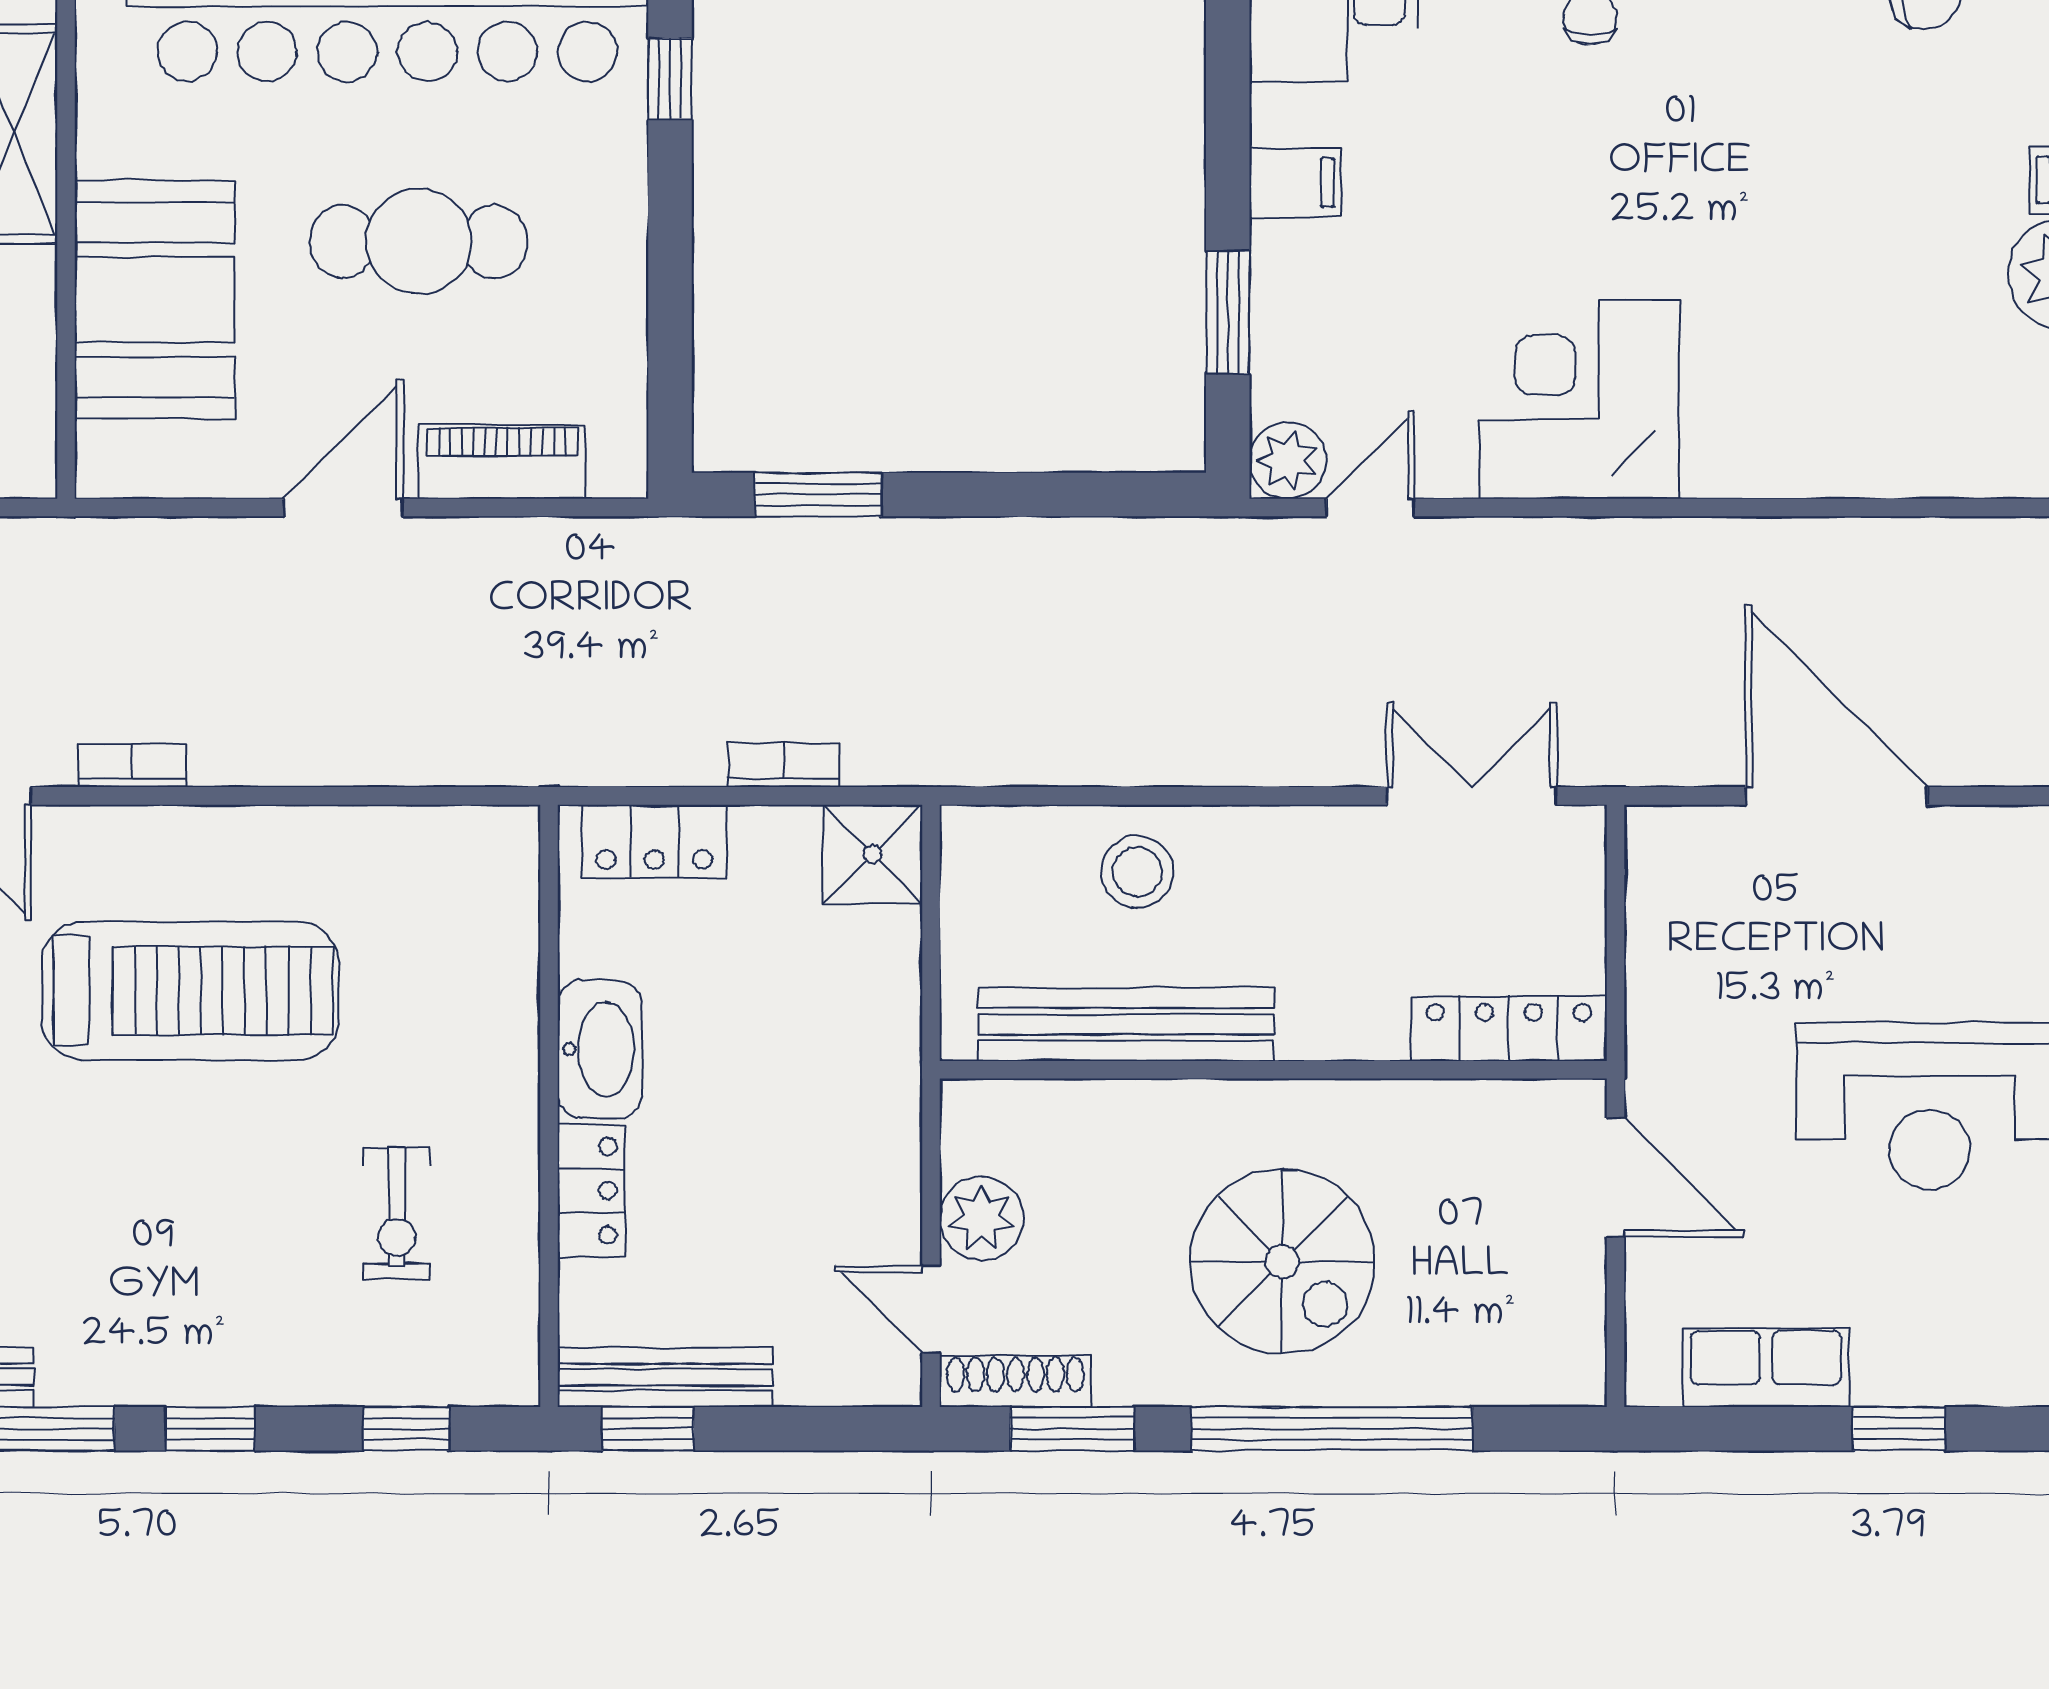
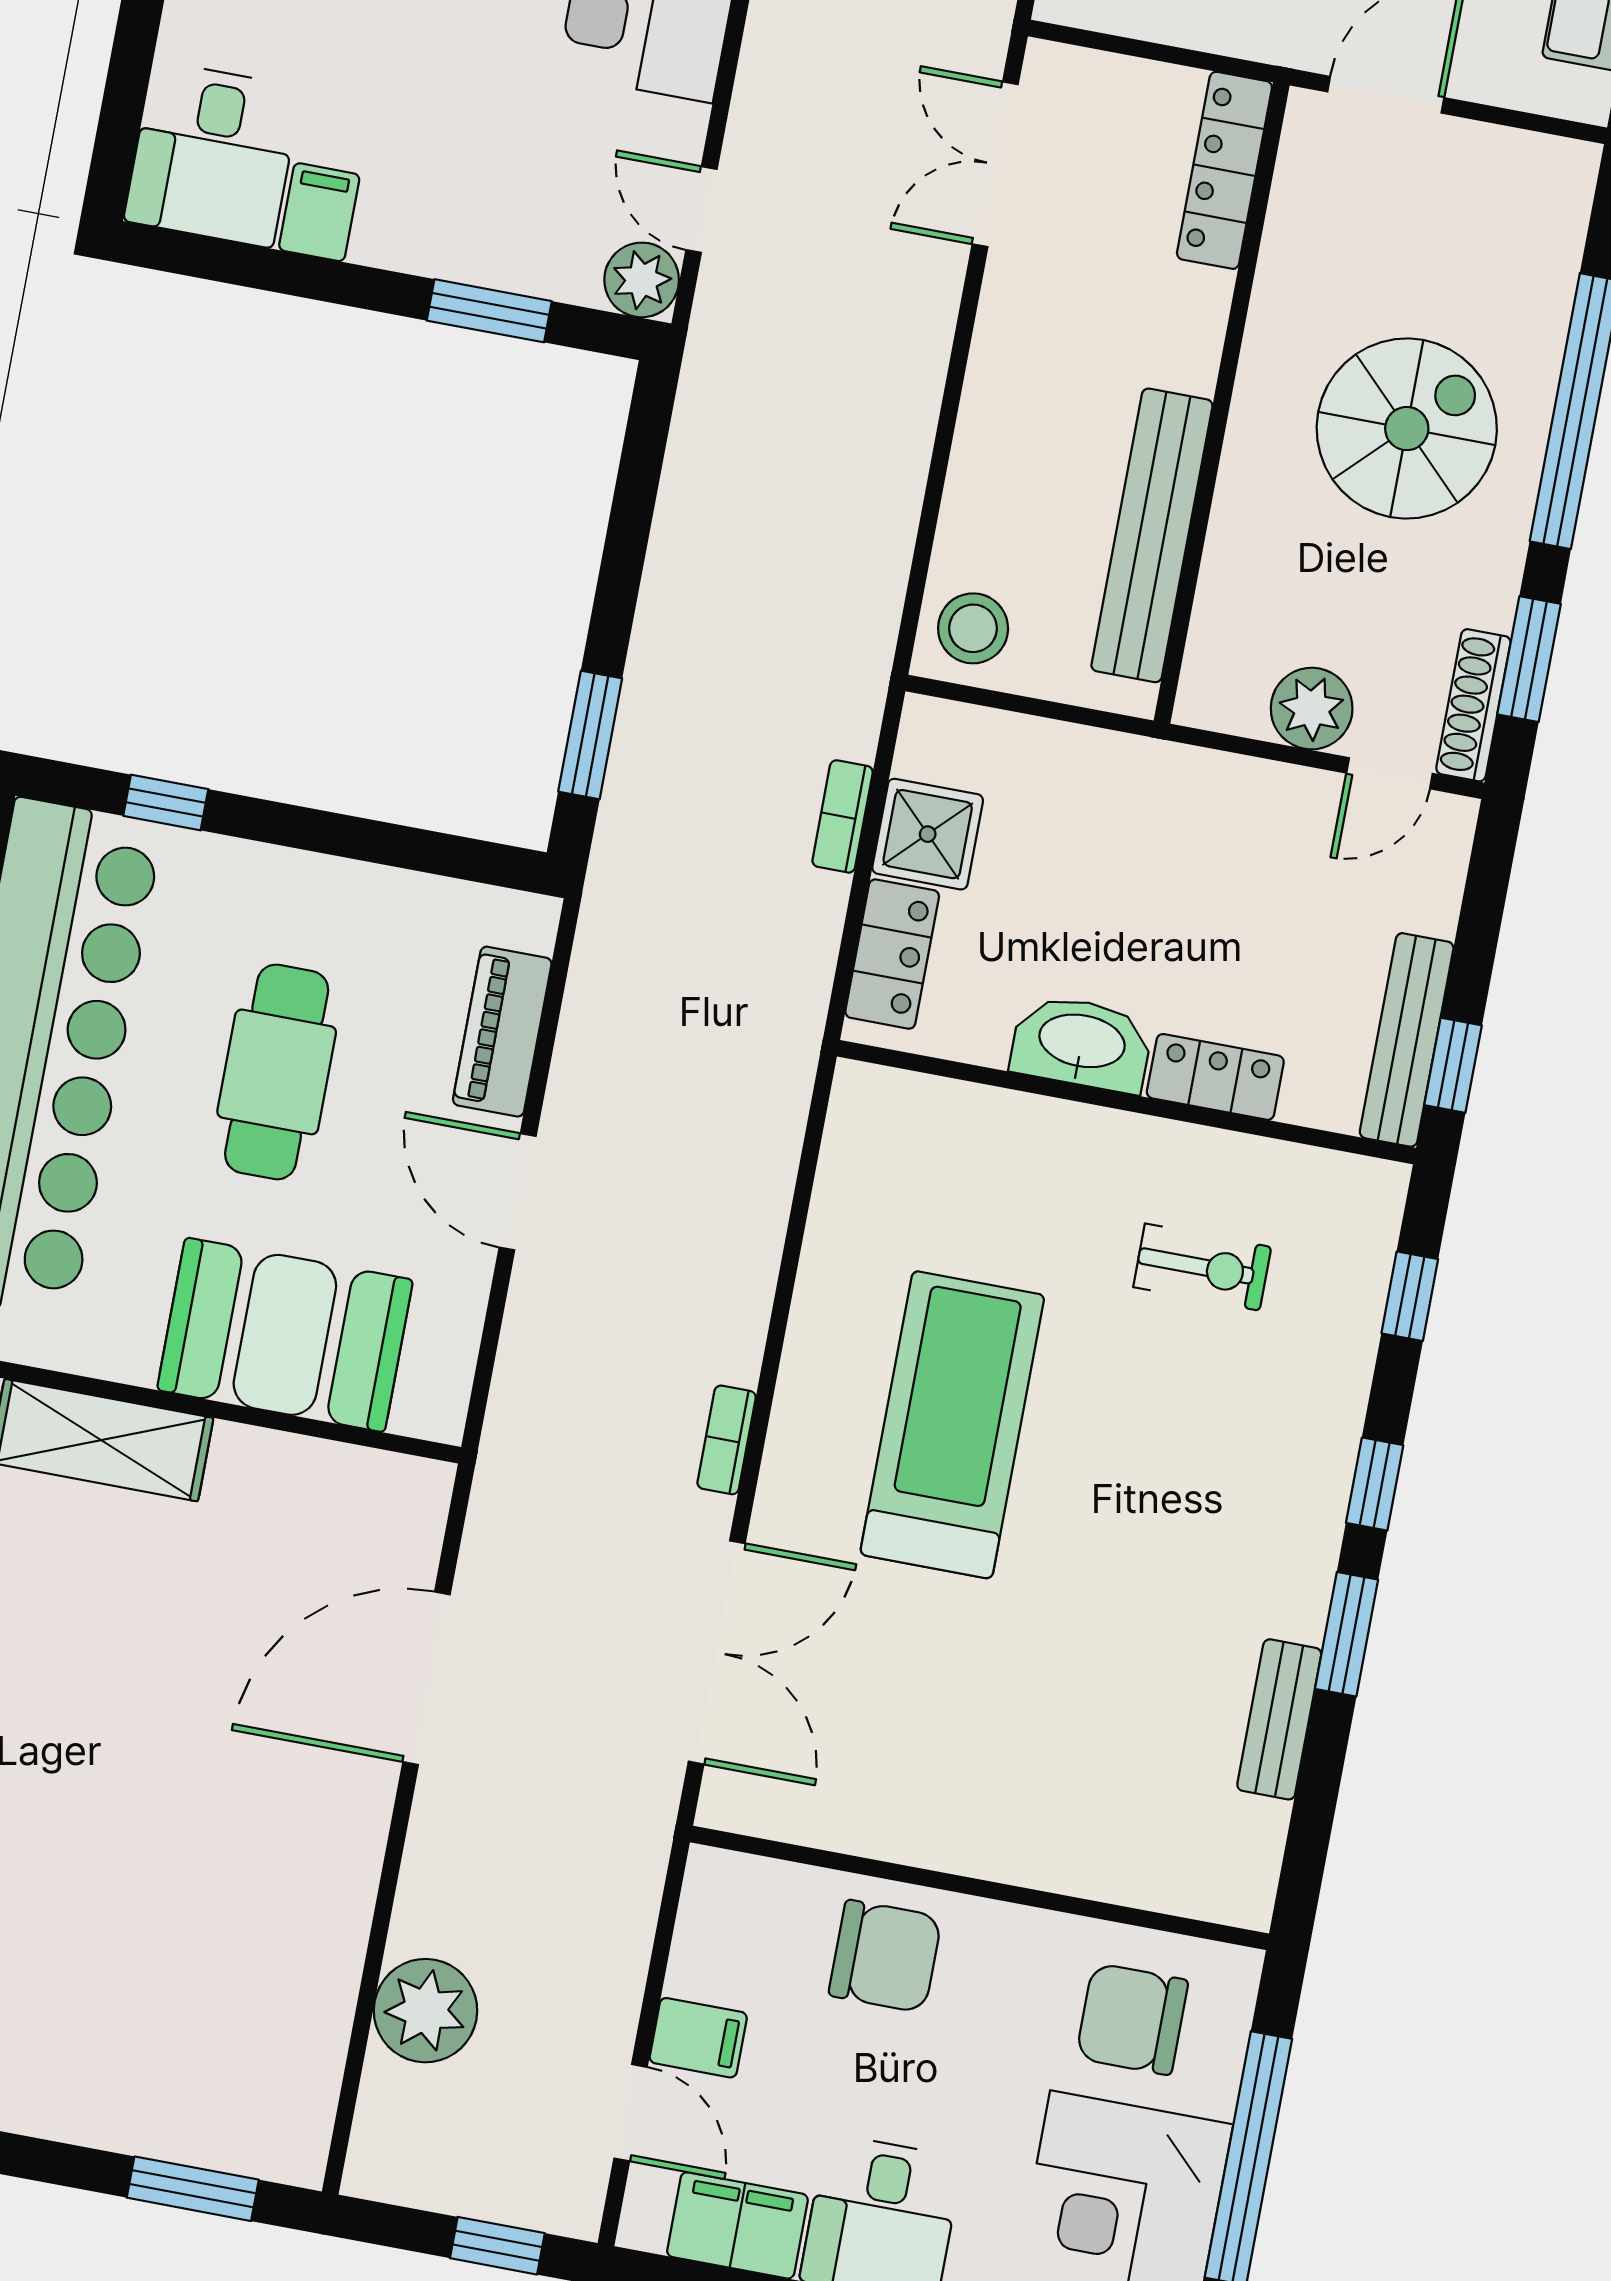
filing cabinet: (1295, 183) -> (319, 212), moved
shower: (873, 854) -> (928, 834), moved
stool: (1137, 872) -> (973, 628), moved

